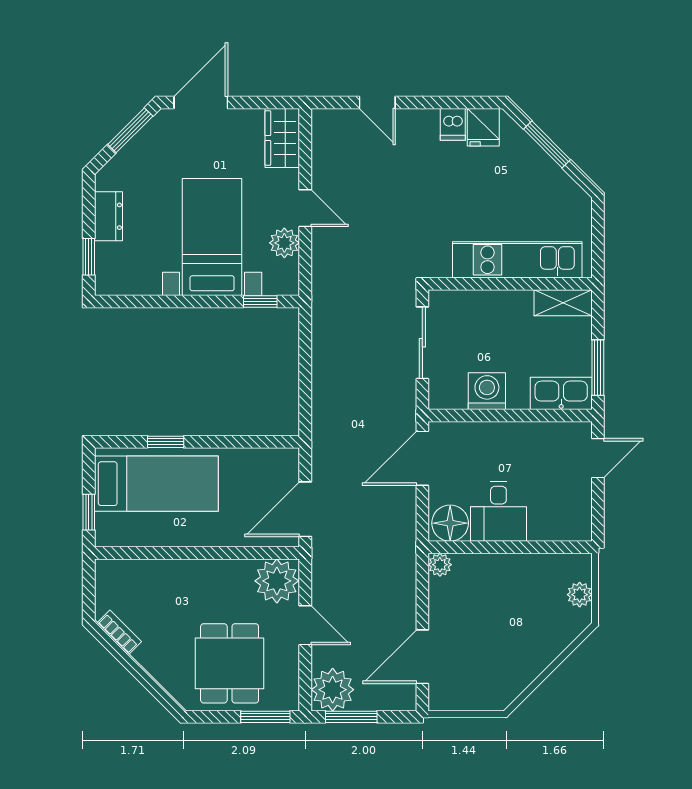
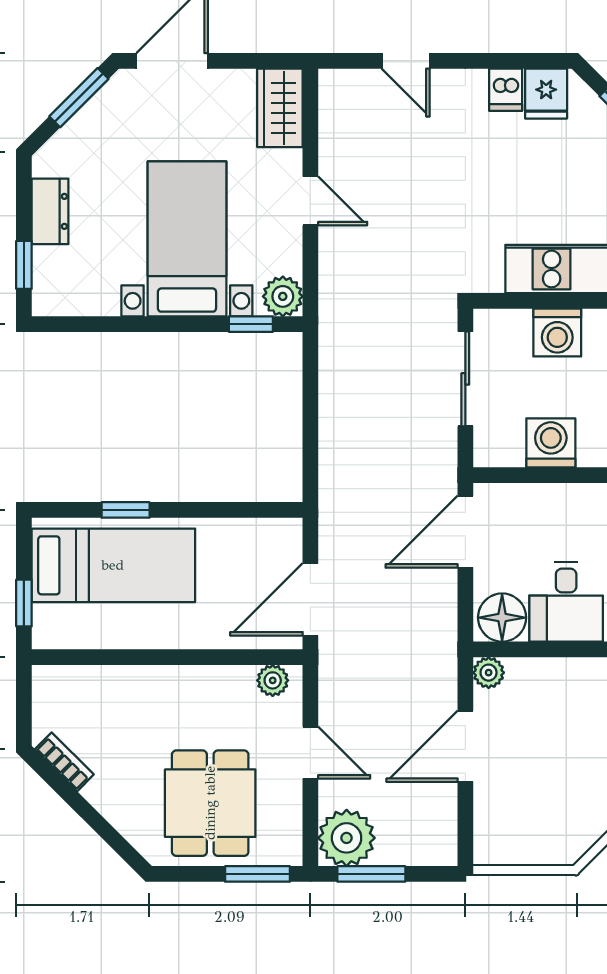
plant: (284, 243) -> (283, 296), moved
washing machine: (492, 308) -> (557, 333), added
plant: (277, 581) -> (273, 680), width x0.53, depth x0.53
door: (422, 657) -> (465, 746), moved

